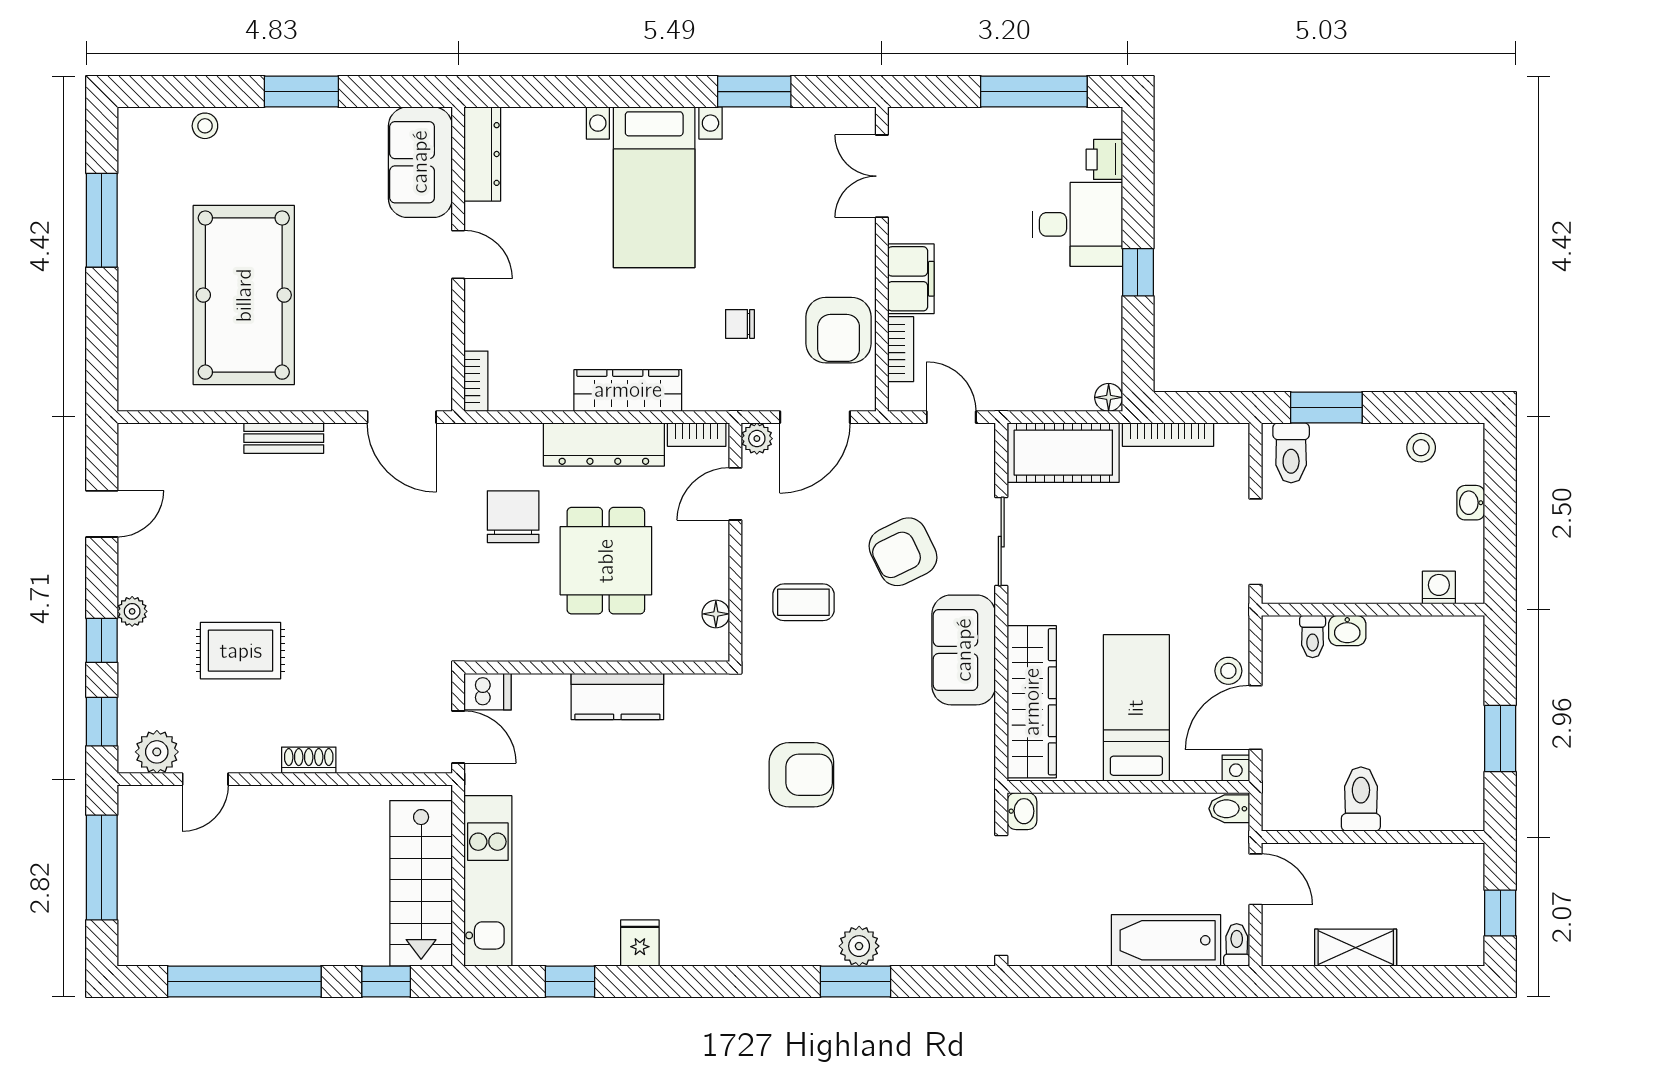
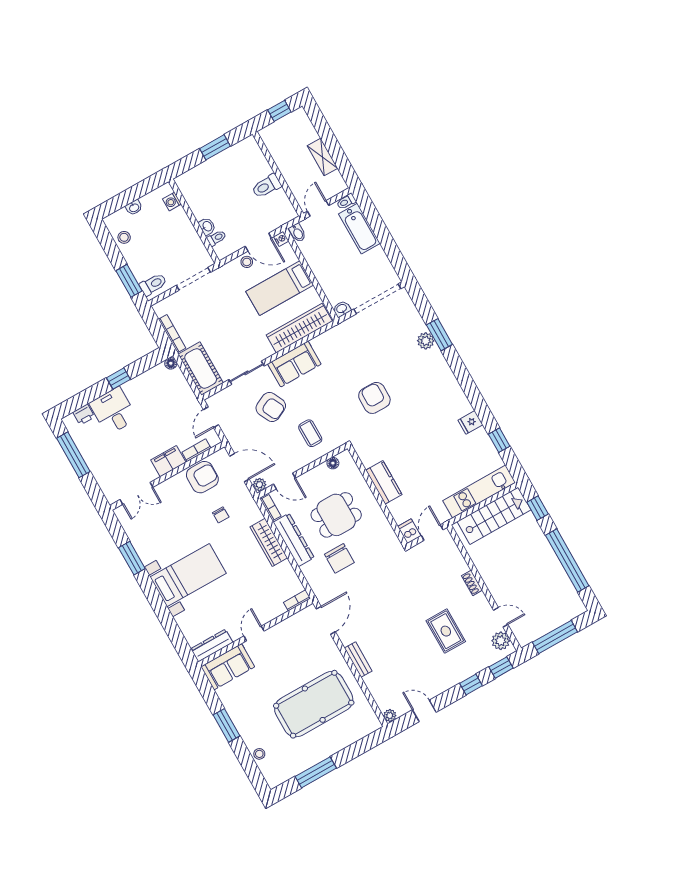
chair: (513, 517) -> (339, 558), turned -90
plant: (132, 611) -> (390, 716), moved

